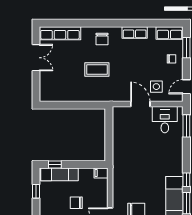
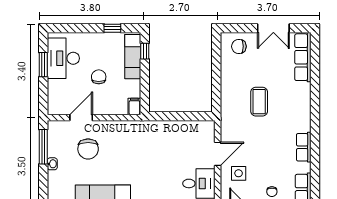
chair: (102, 39) -> (239, 46), moved

